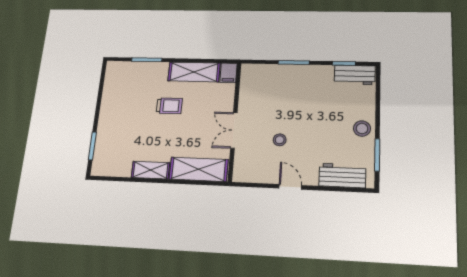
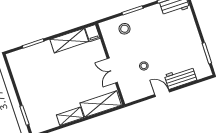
trolley: (169, 106) -> (63, 70), removed
stool: (362, 129) -> (125, 29), moved
workbench: (342, 176) -> (180, 78), moved

